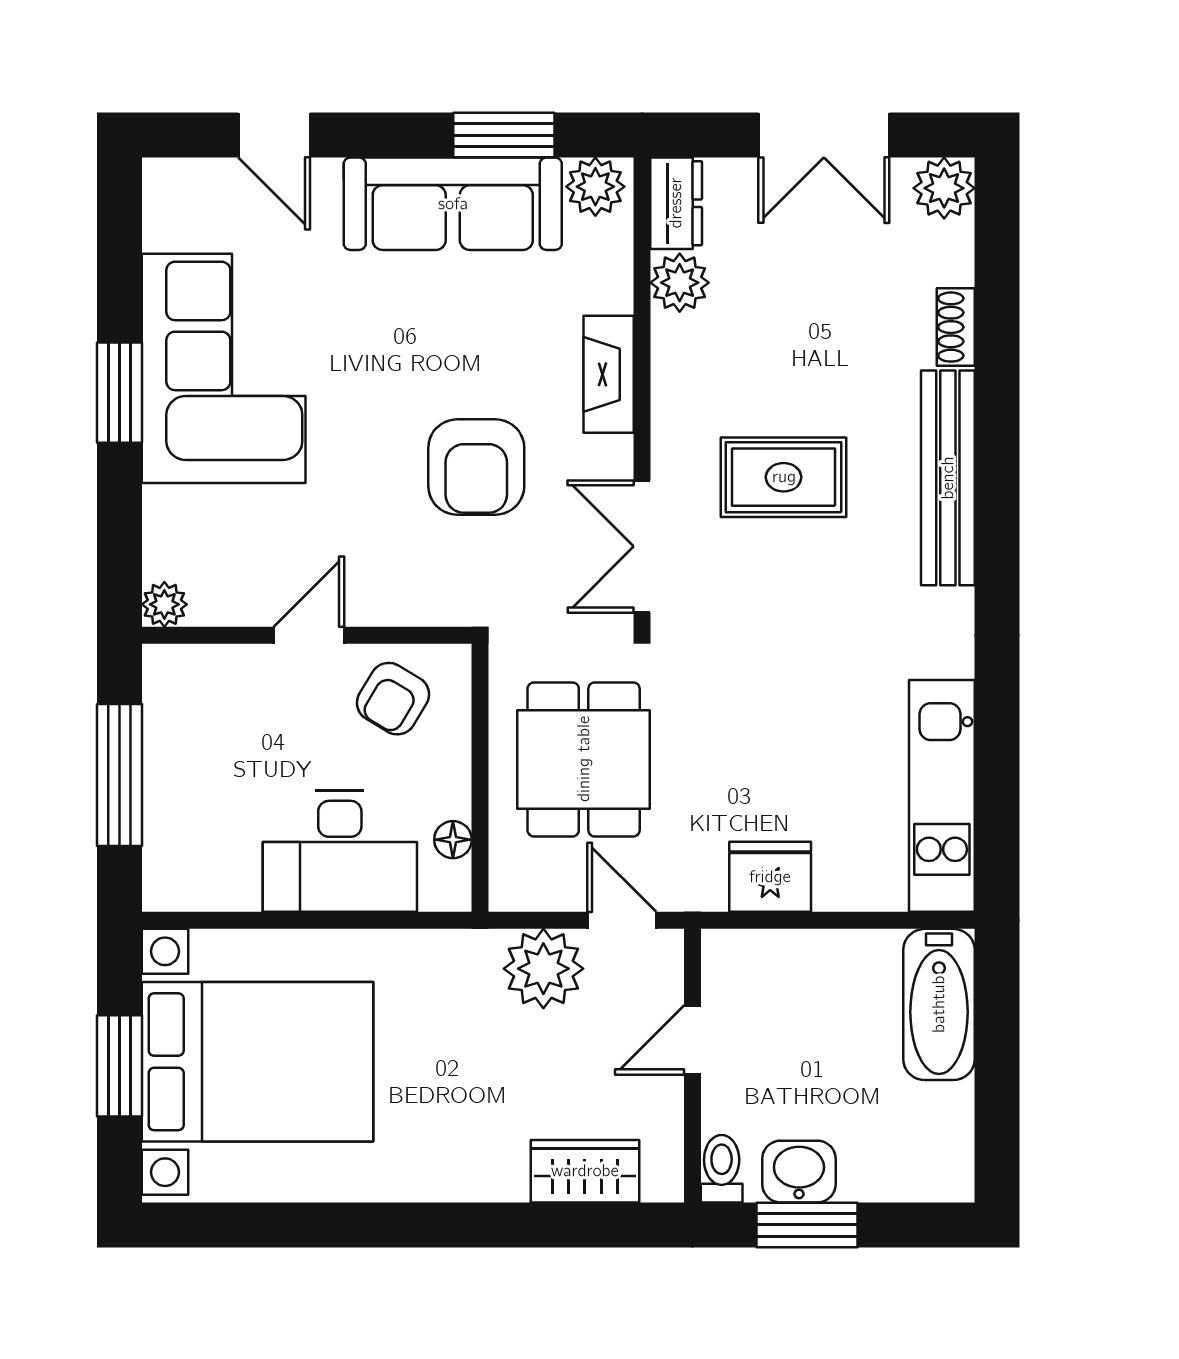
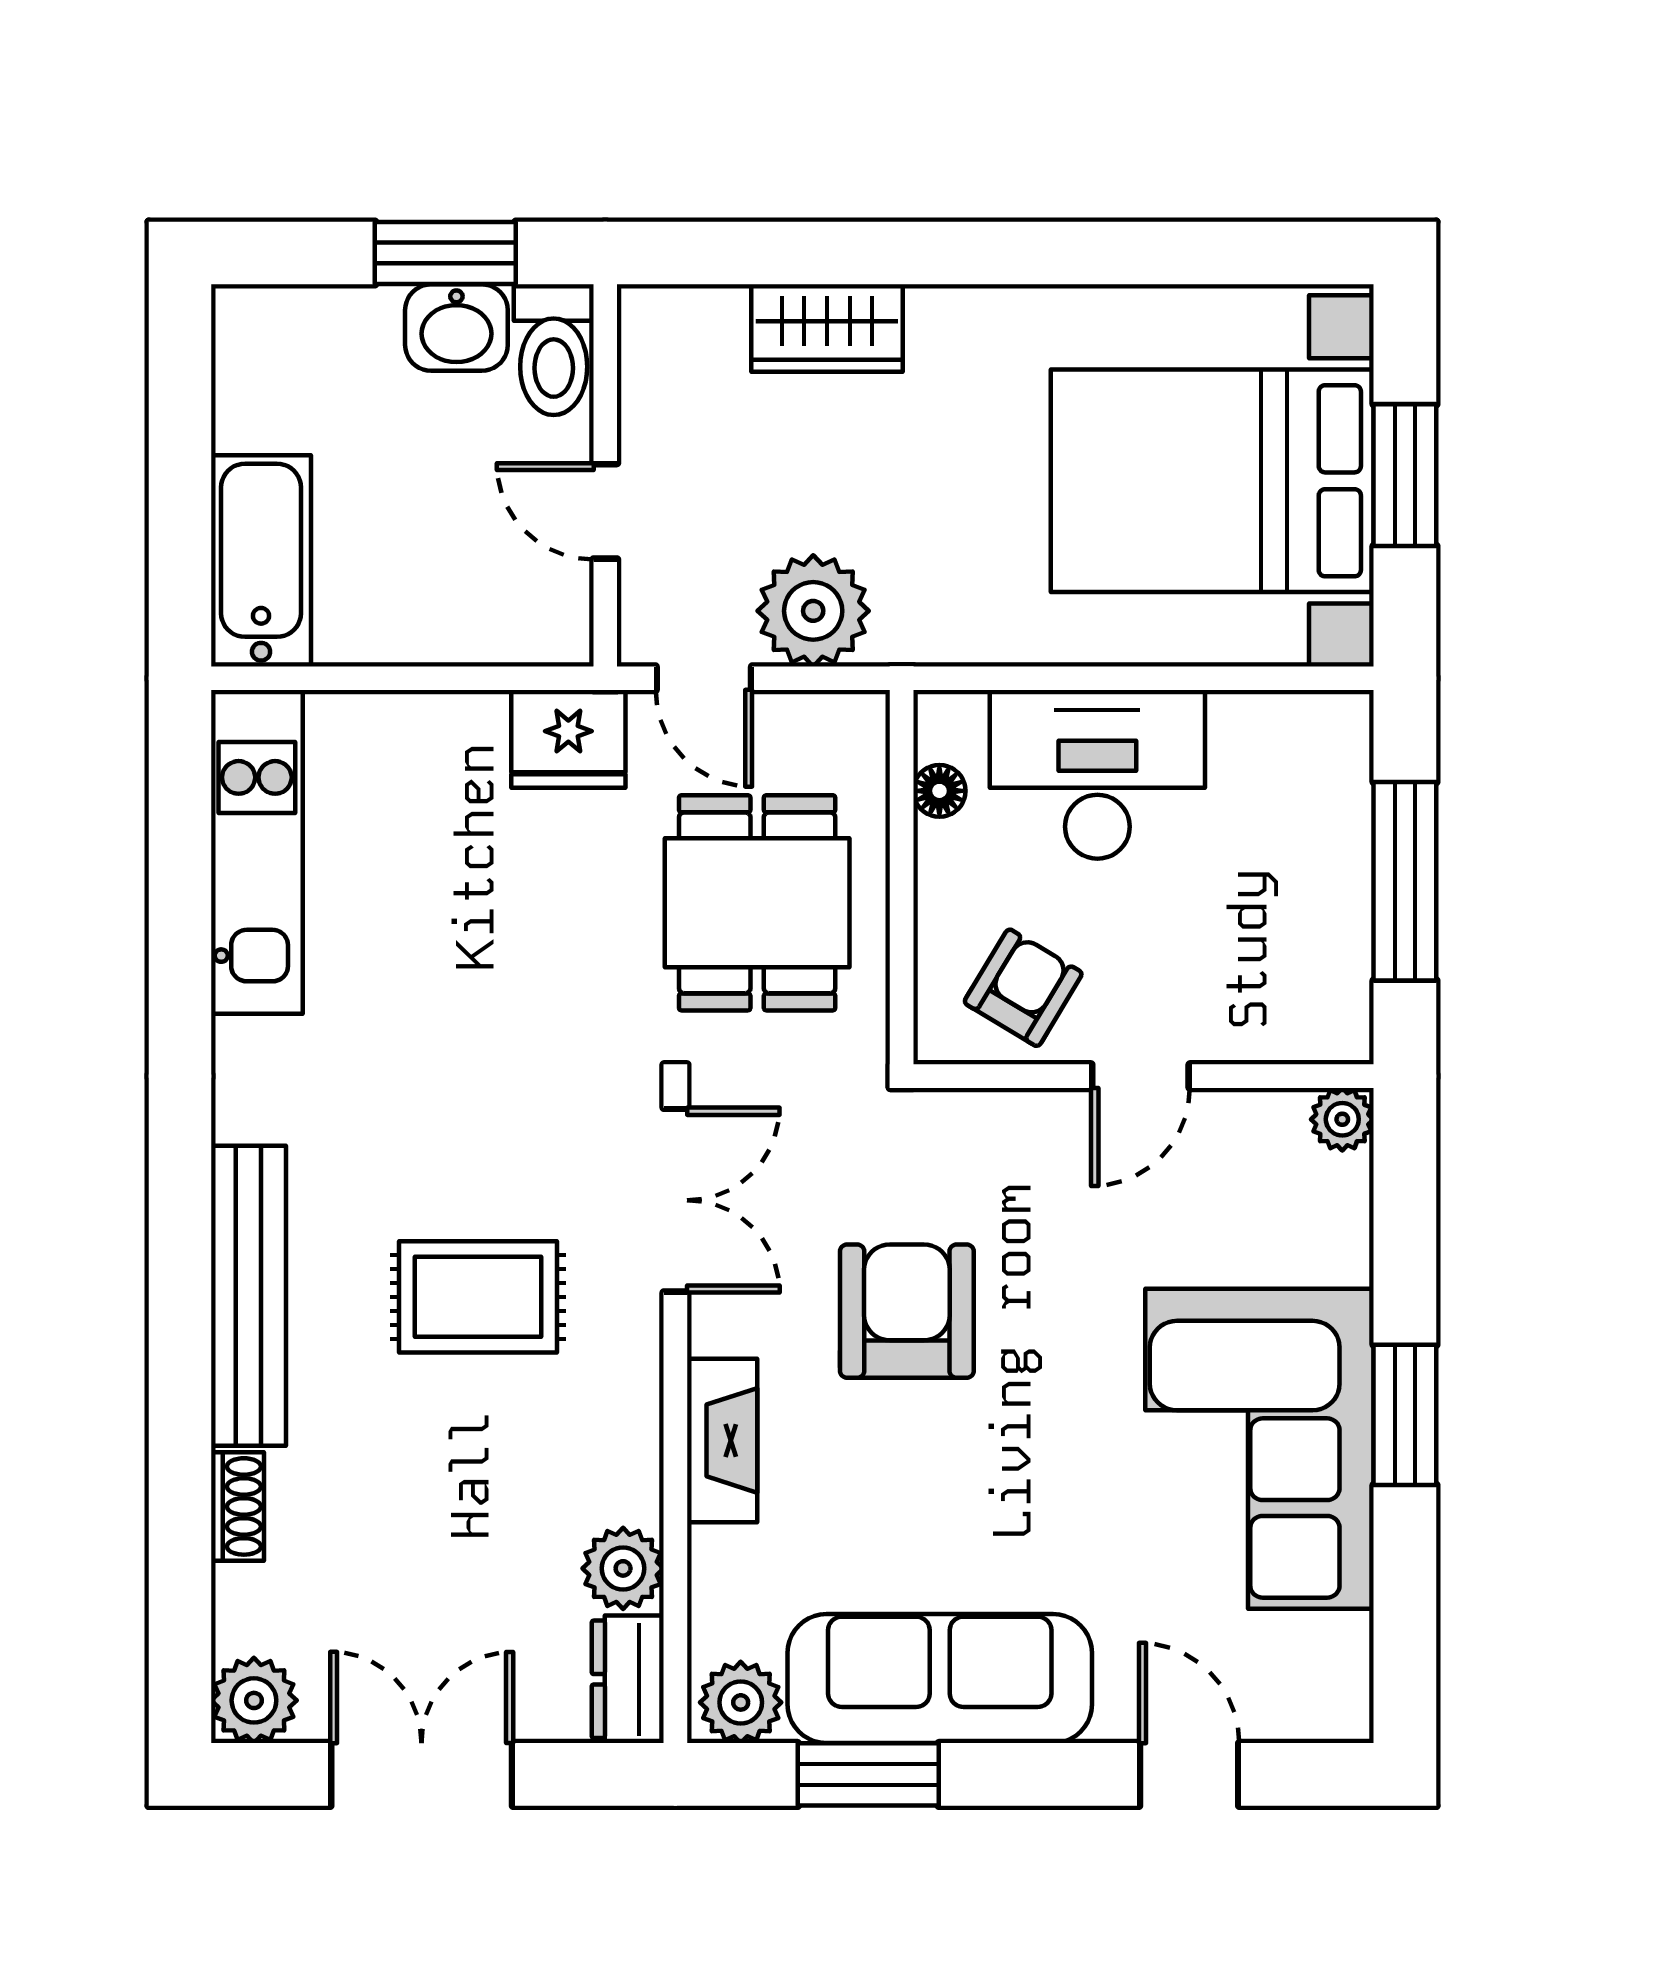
fridge: (770, 877) -> (568, 739), moved
door: (692, 1040) -> (605, 511), swing flipped
toilet: (722, 1169) -> (554, 350), width x1.37, depth x1.39
wardrobe: (585, 1171) -> (827, 328), moved

